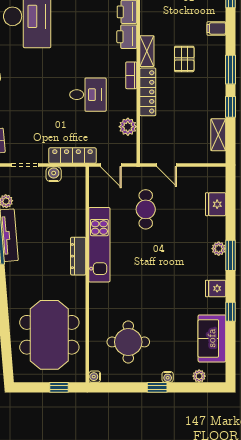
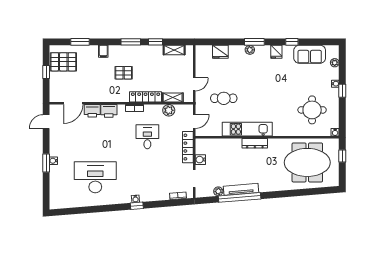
shelving: (147, 51) -> (173, 98), moved

